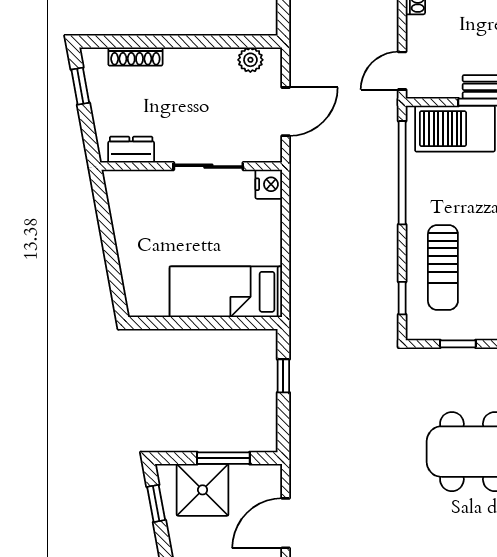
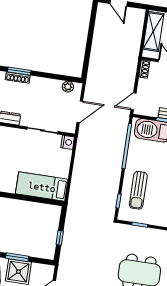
window: (137, 41) -> (19, 71), added
window: (283, 376) -> (60, 238), moved
window: (223, 458) -> (17, 257), moved

